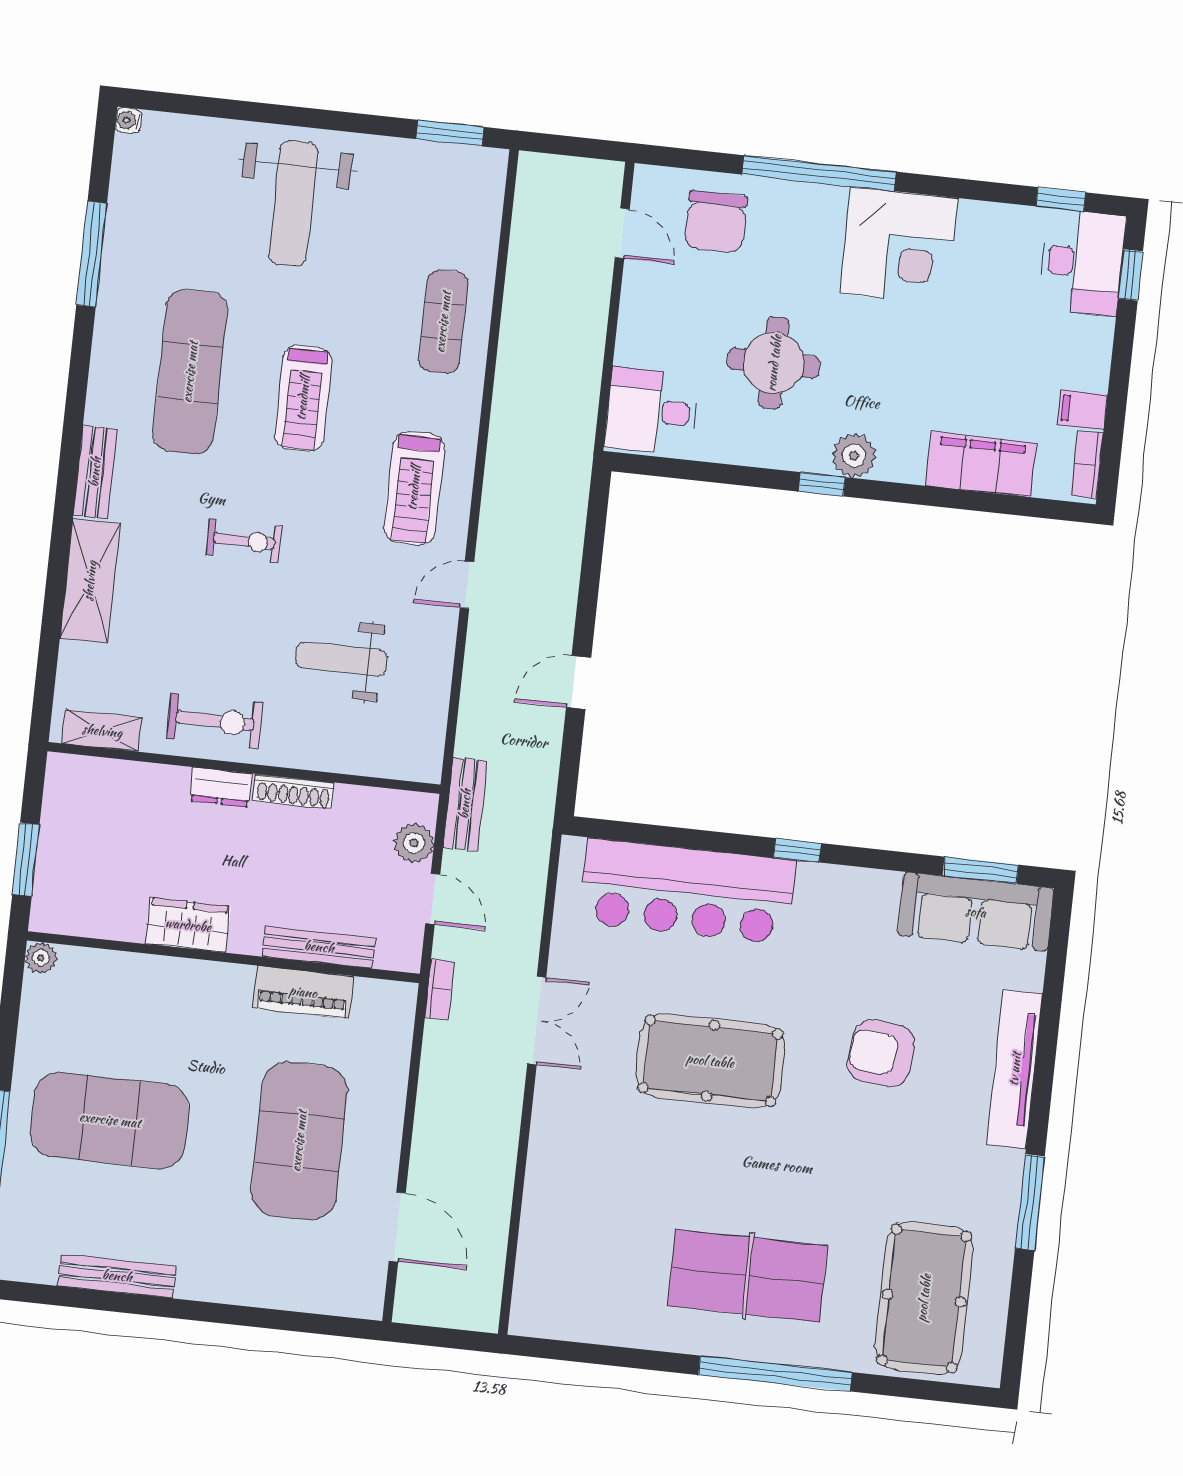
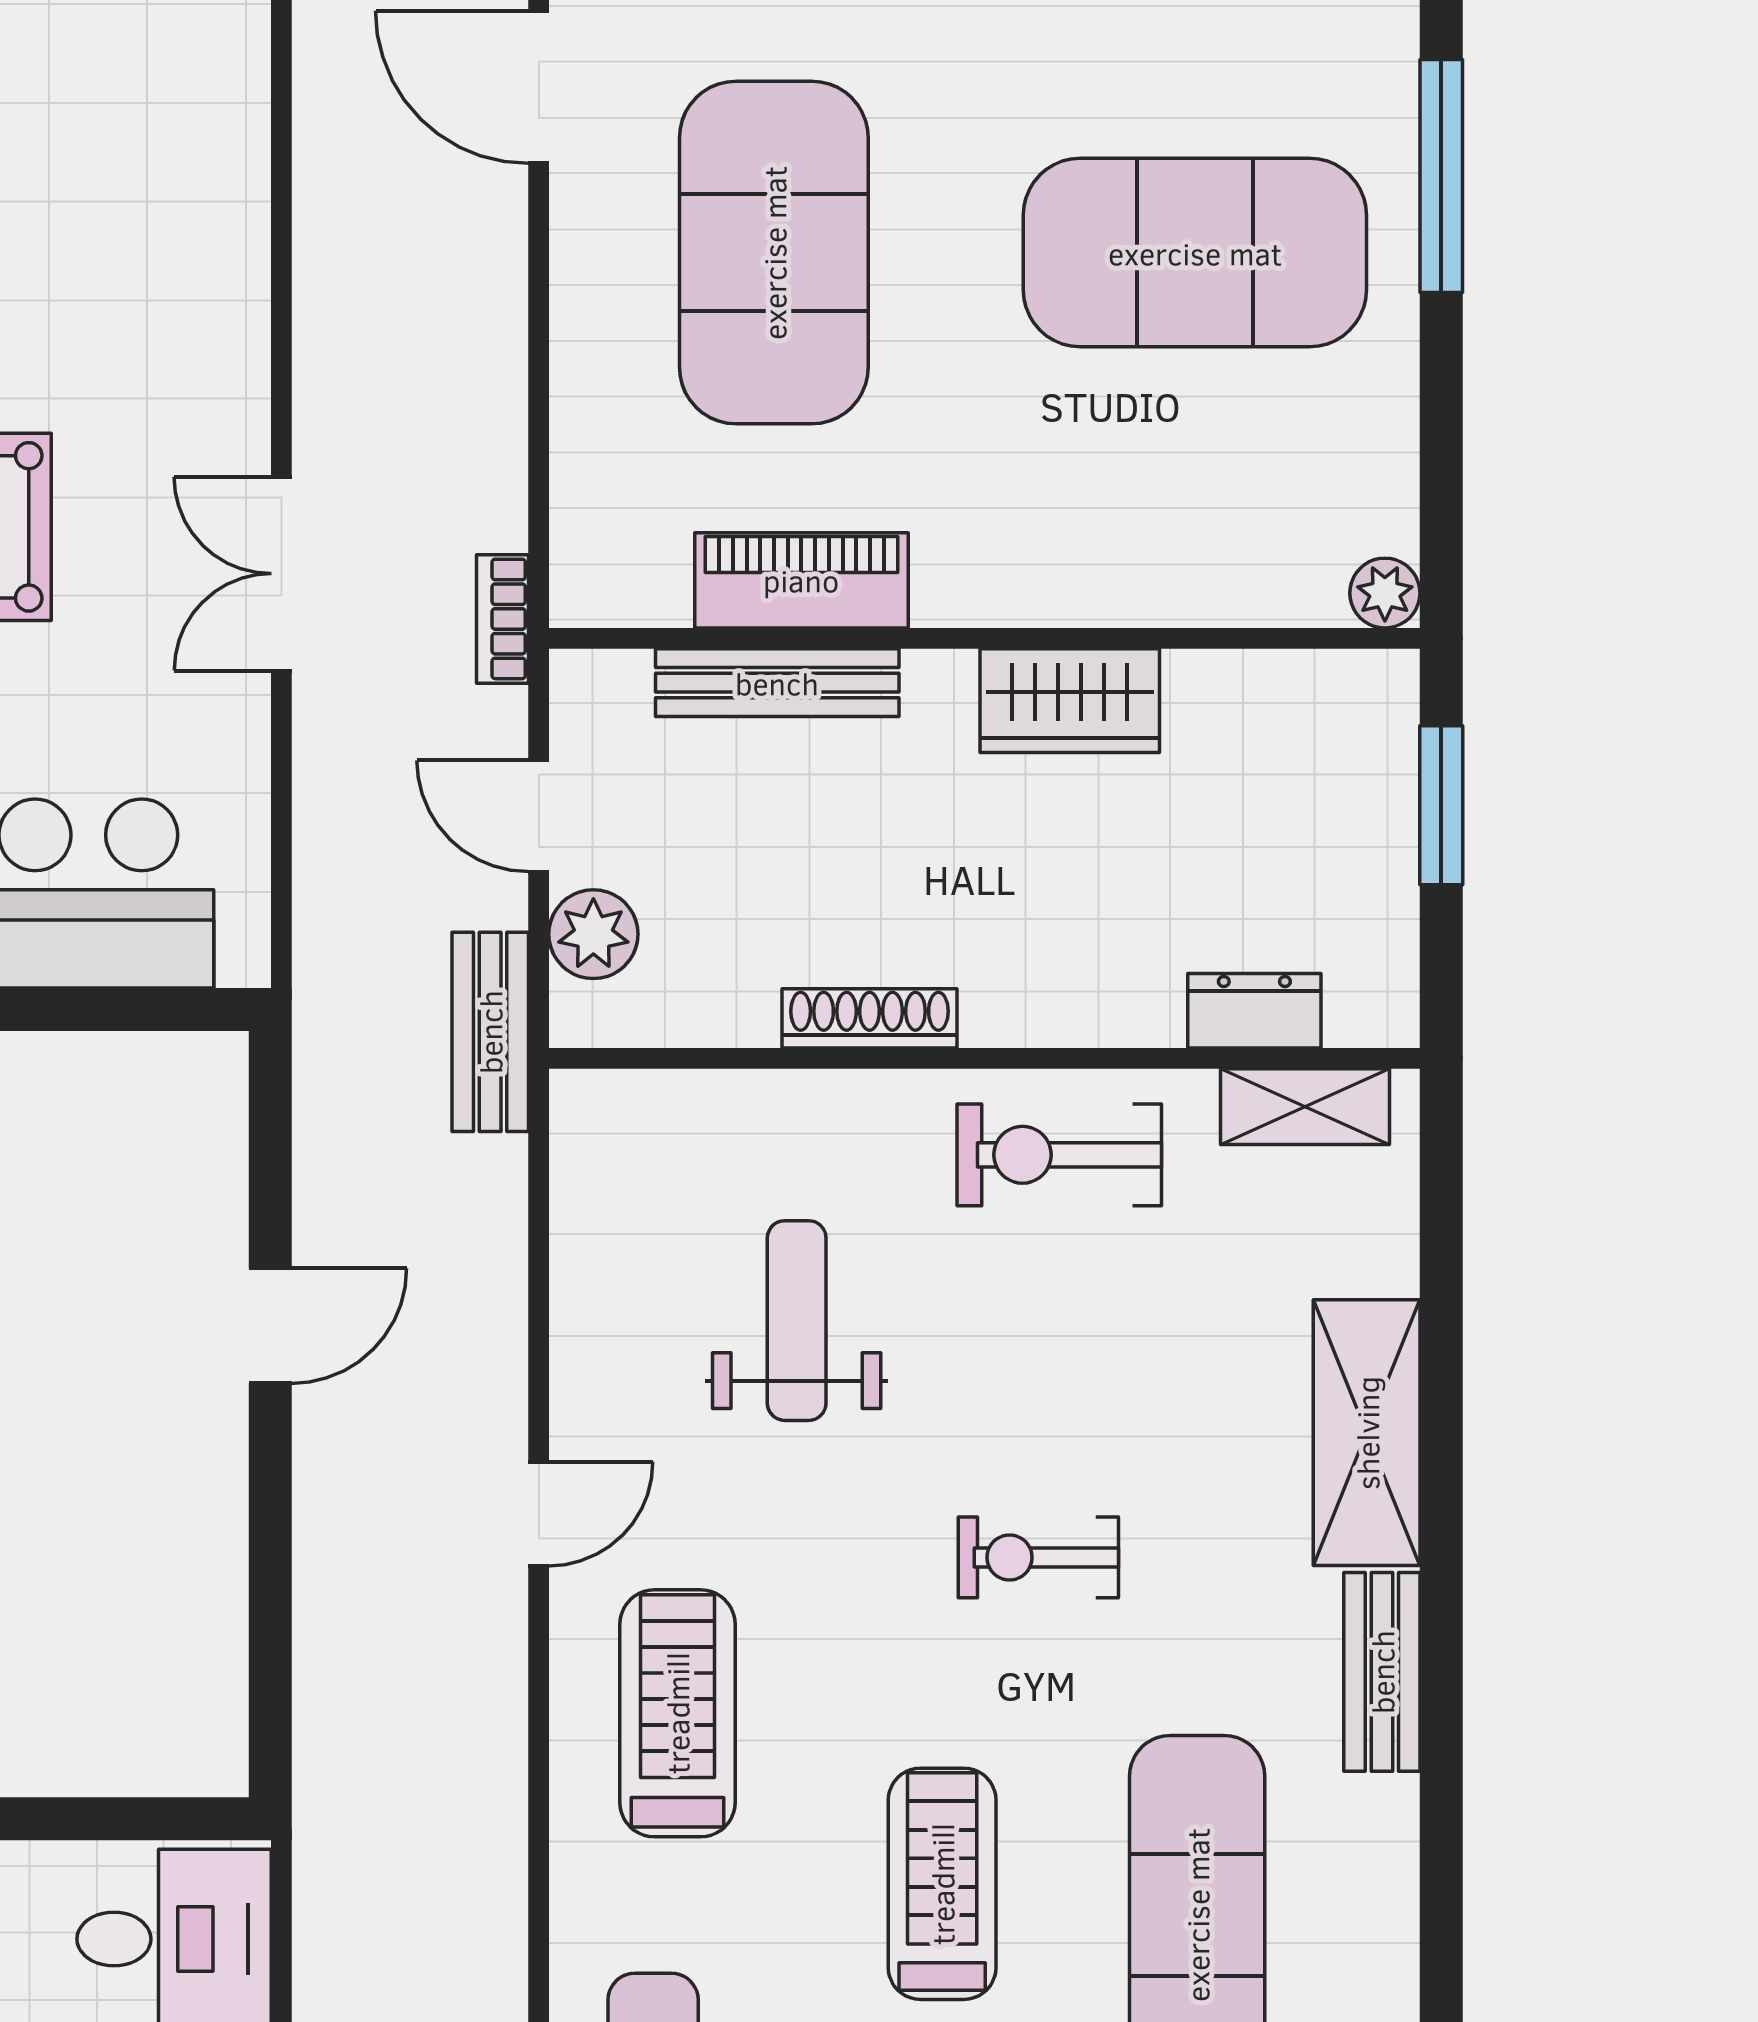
weight bench: (341, 659) -> (797, 1321), turned -90
dresser: (221, 787) -> (1254, 1011), moved

